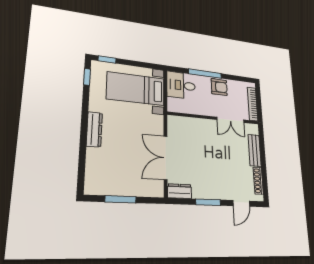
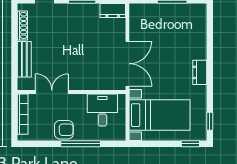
desk: (181, 85) -> (102, 110), moved, turned -90
armchair: (219, 87) -> (64, 130), turned 180
dresser: (94, 129) -> (200, 72), width x0.70
double door: (165, 158) -> (127, 64), moved

